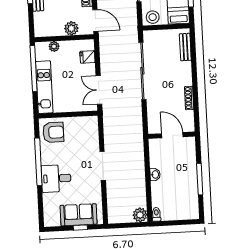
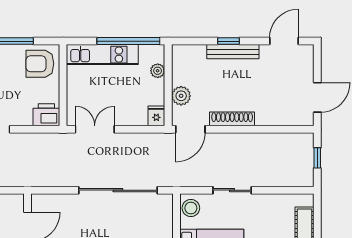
fridge: (87, 57) -> (156, 116), moved
printer: (90, 126) -> (46, 115), added
armchair: (53, 132) -> (40, 64), turned 90

